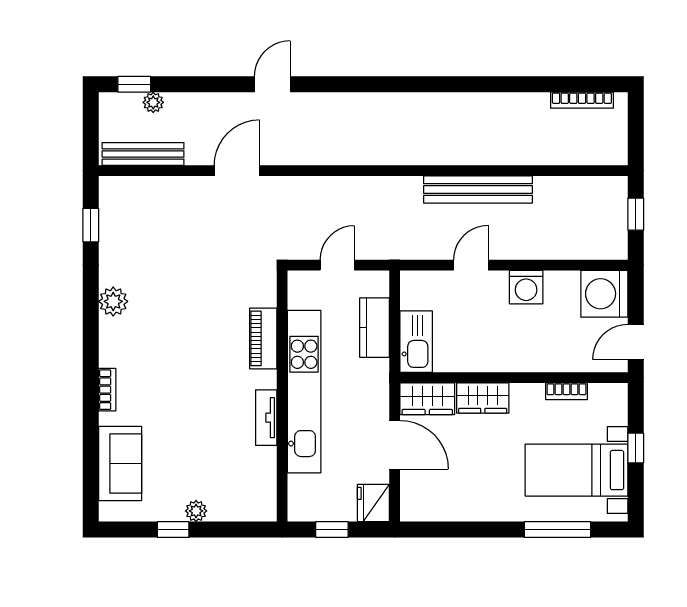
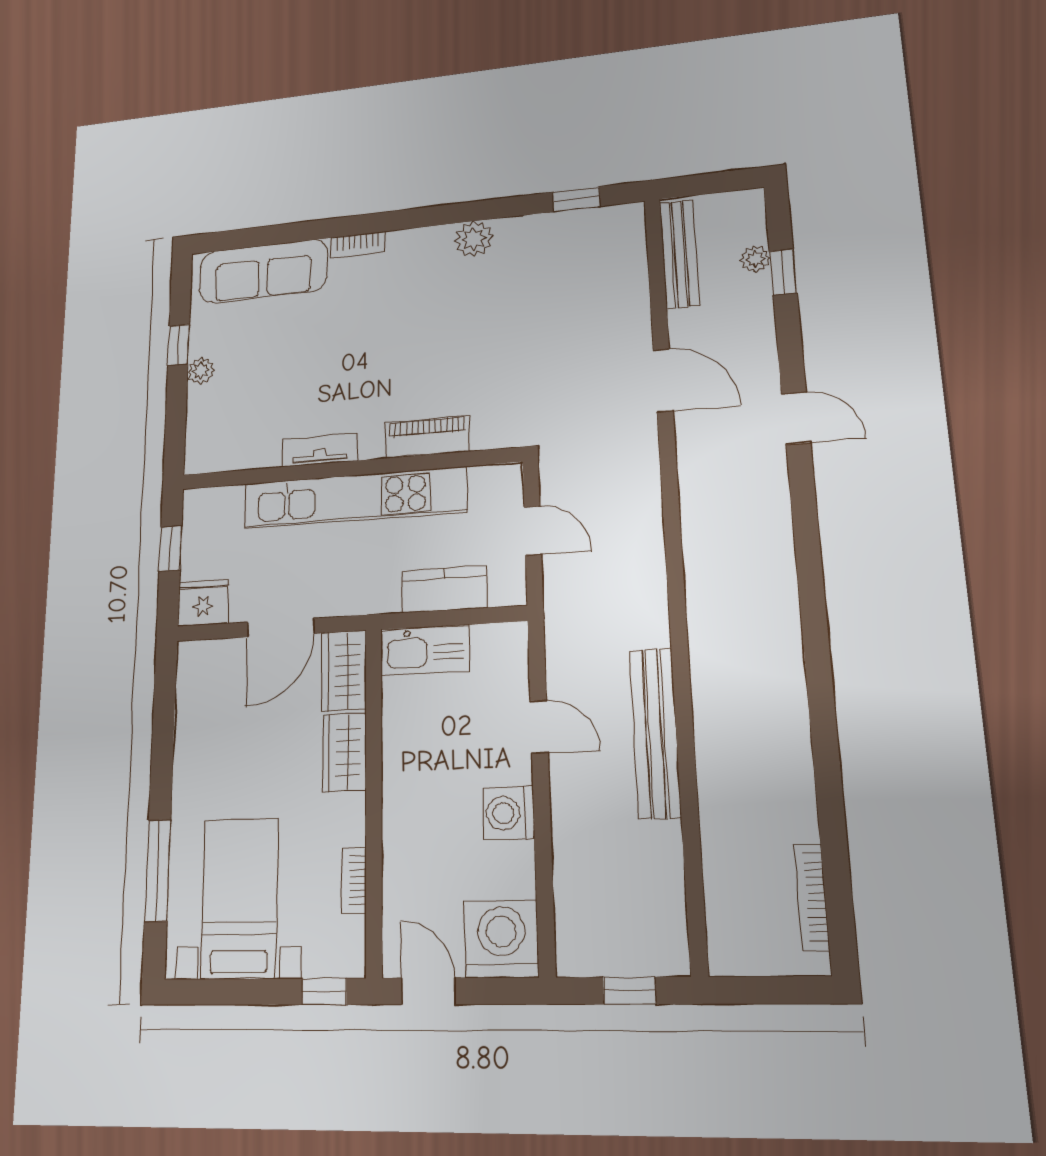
window: (134, 84) -> (783, 272), moved
window: (636, 448) -> (324, 991), moved
sofa: (120, 464) -> (263, 271), width x1.36

